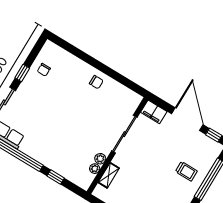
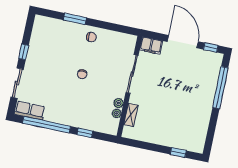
window: (86, 58) -> (75, 19), added
chair: (44, 70) -> (82, 74), moved
trolley: (186, 171) -> (198, 88), removed

